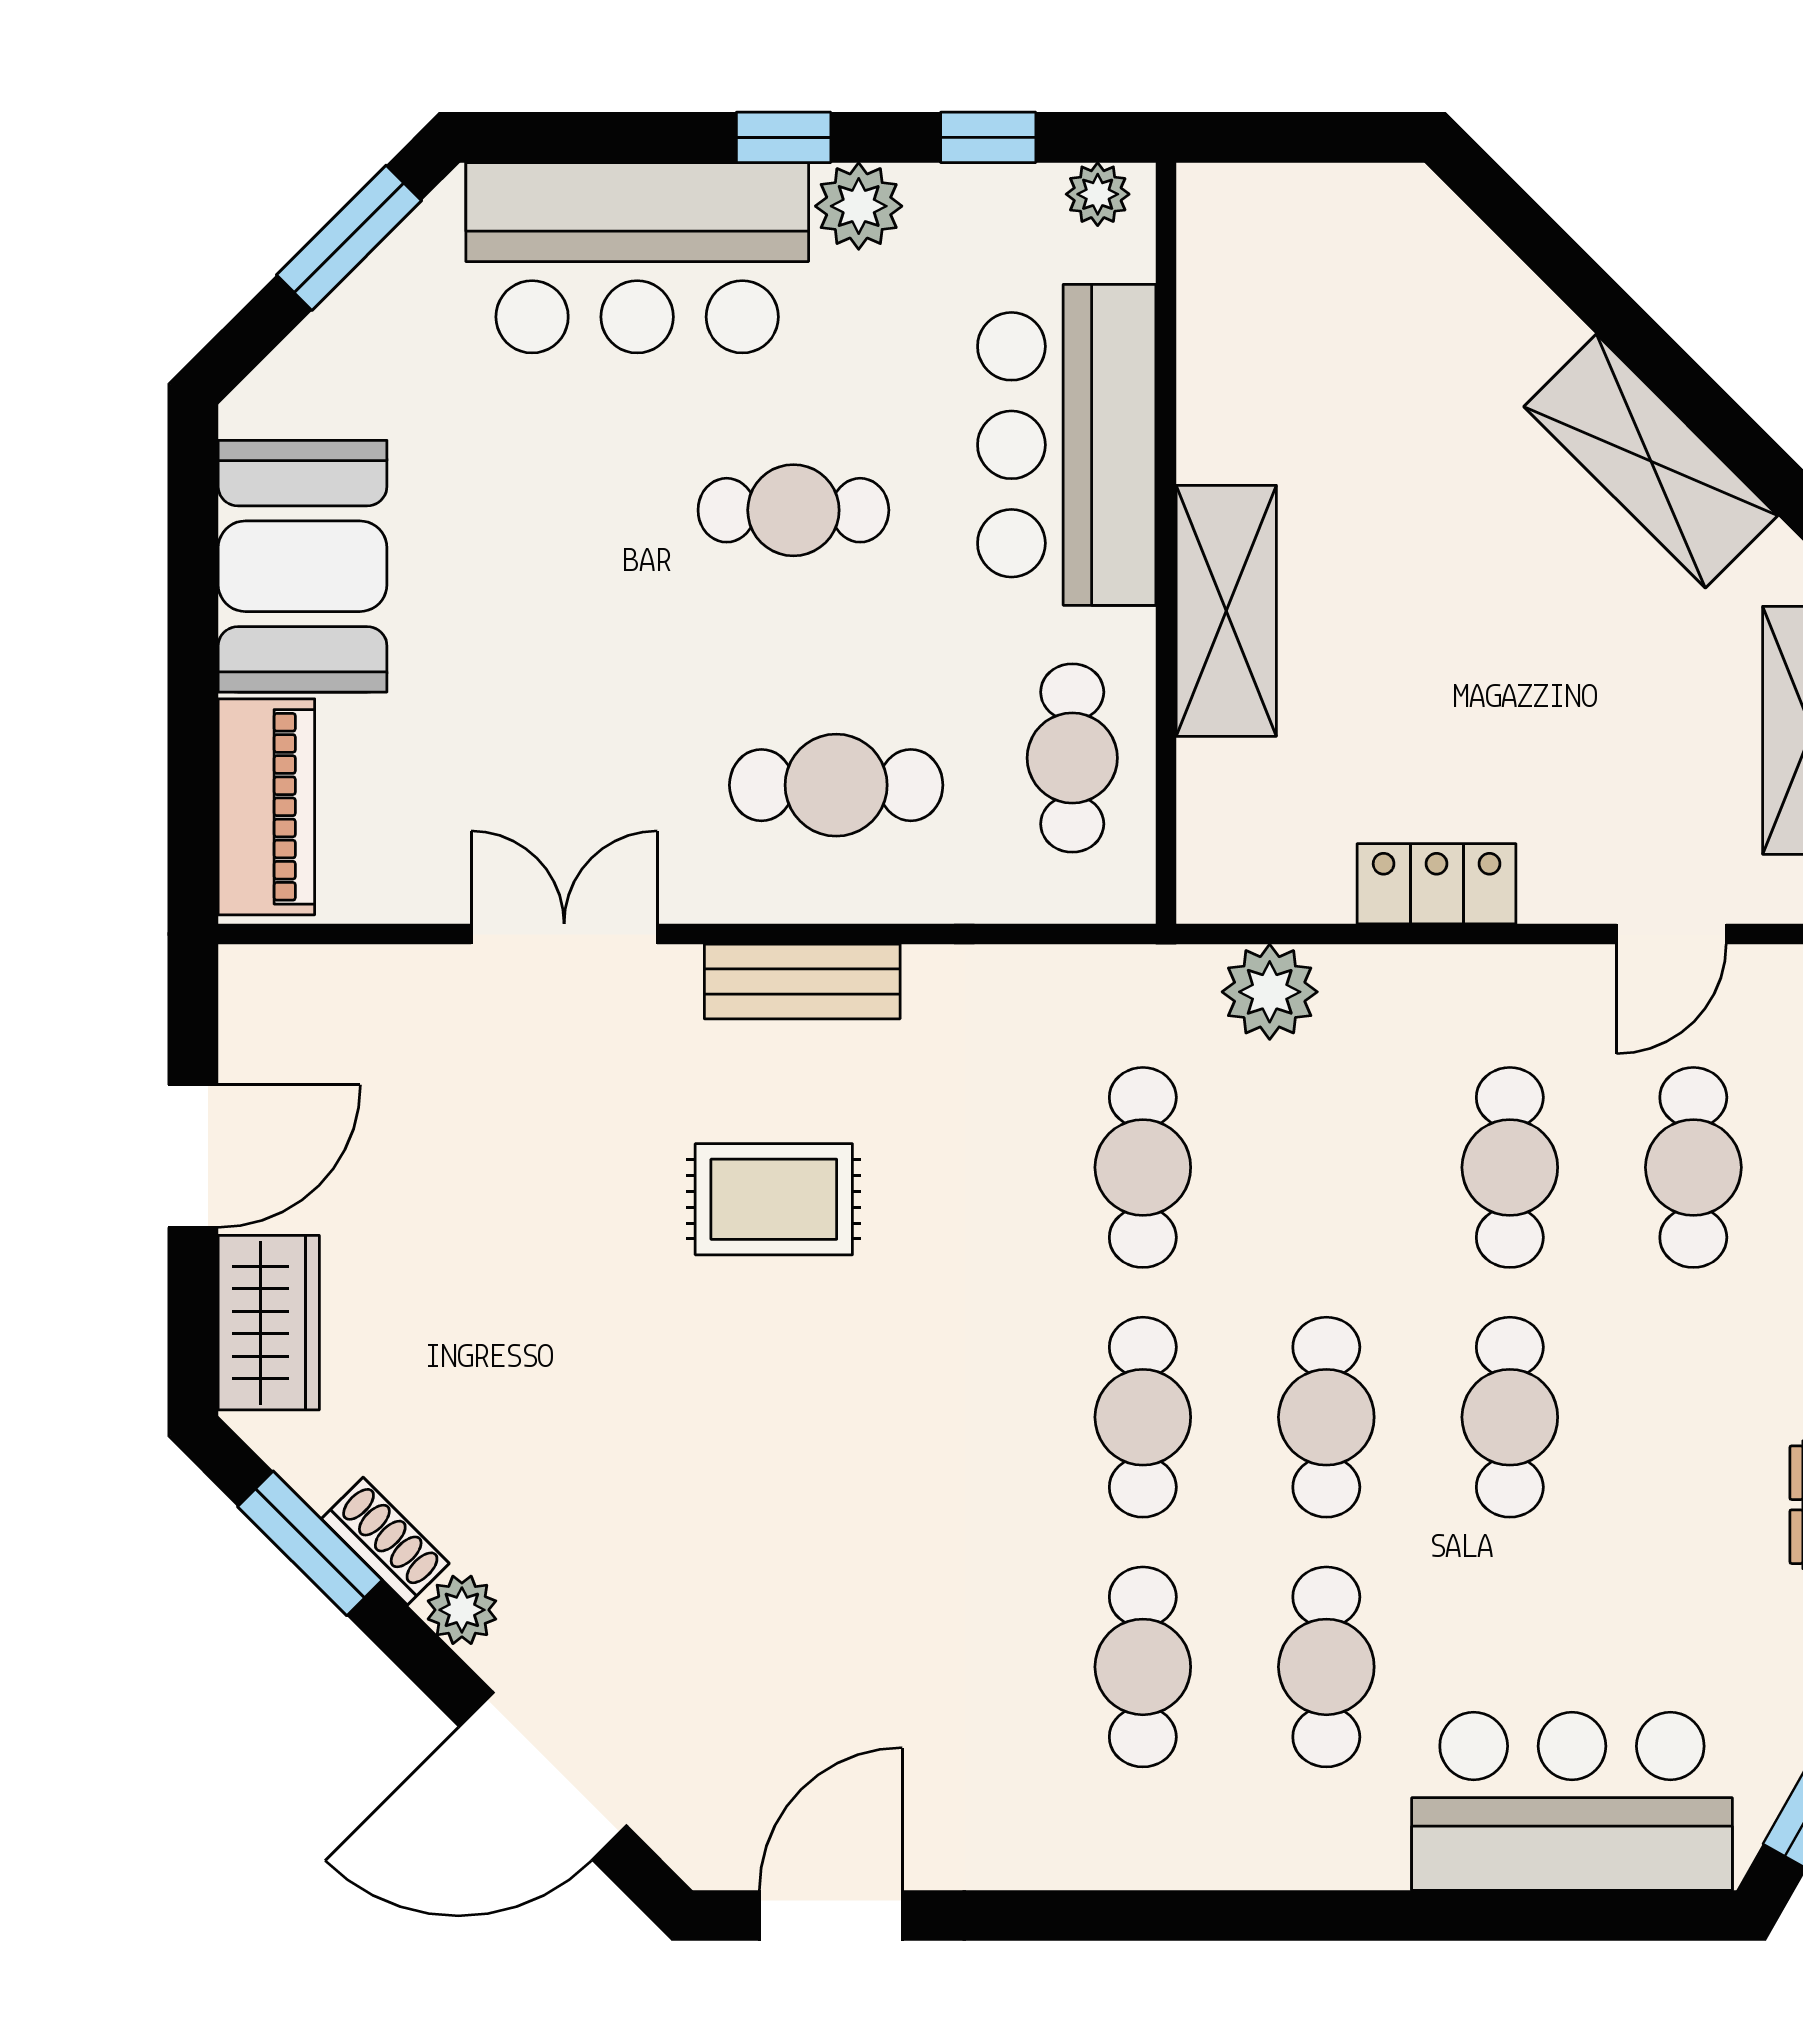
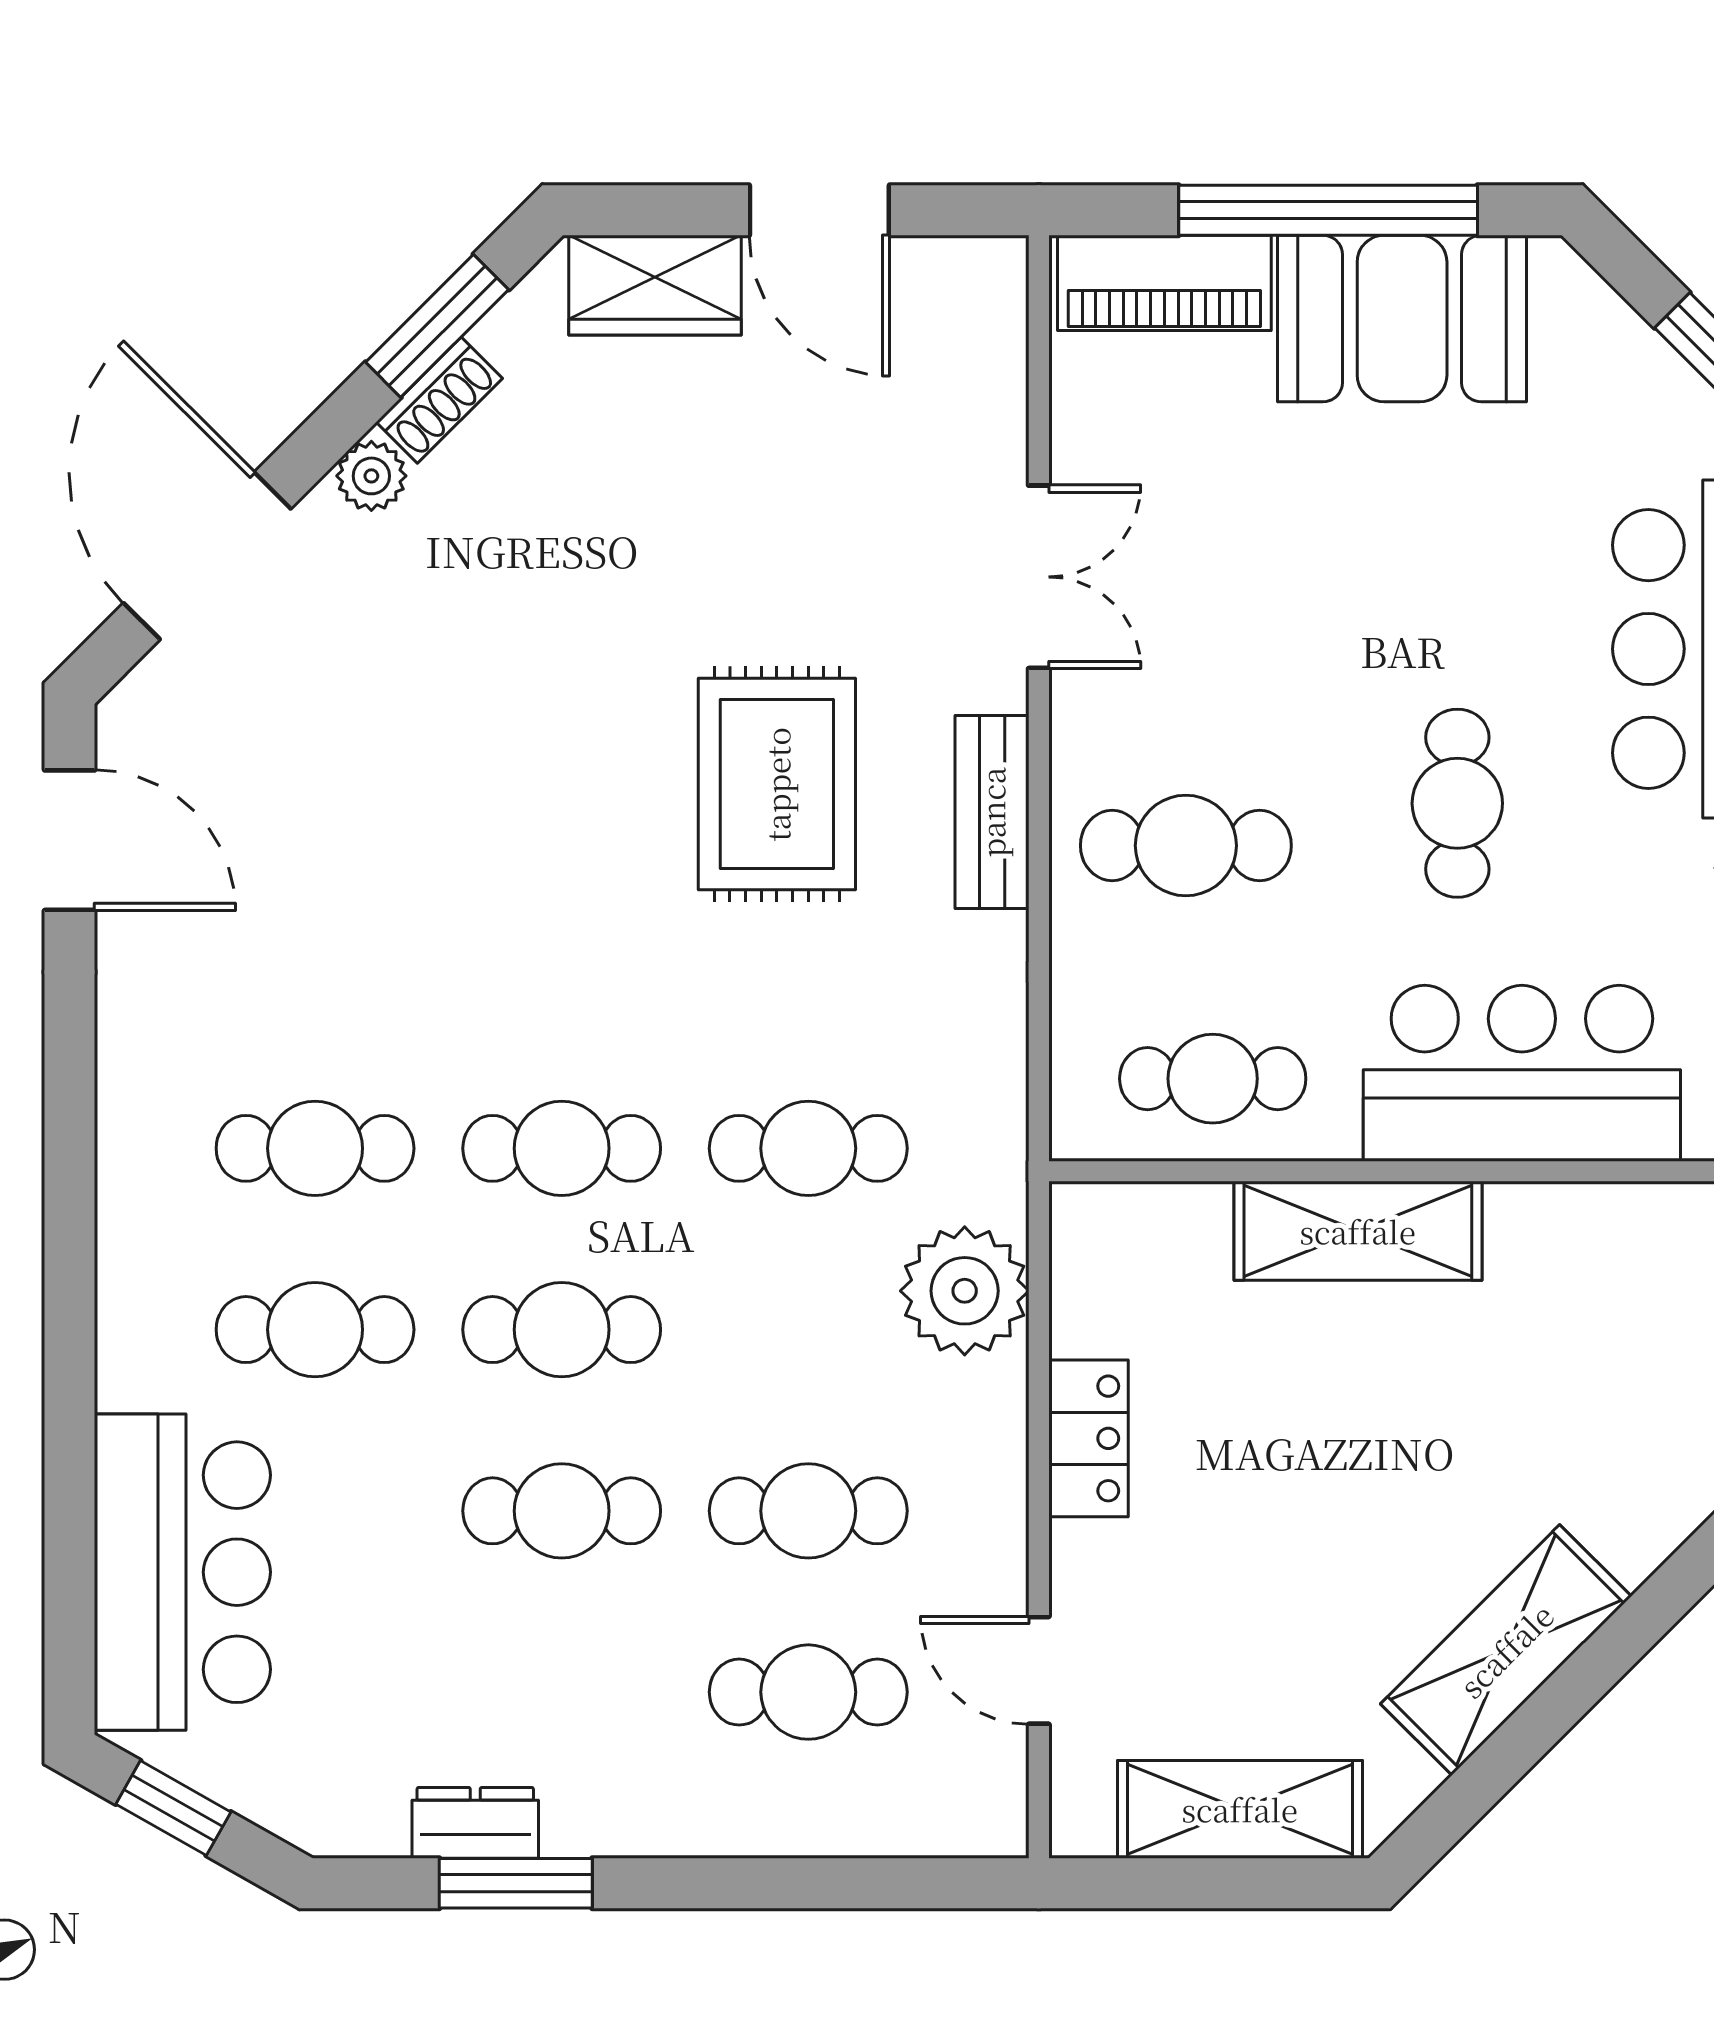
window: (193, 641) -> (1328, 210), added
cafe table: (836, 785) -> (1186, 846), turned 90
plant: (1270, 992) -> (965, 1291), width x1.36, depth x1.36
rug: (774, 1199) -> (777, 784), width x1.36, depth x1.43

